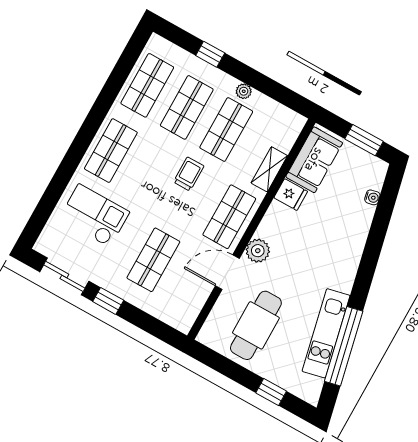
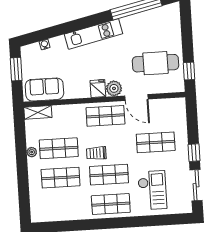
window: (210, 54) -> (23, 183), removed
shop shelf: (147, 85) -> (109, 175), moved
shelving: (269, 169) -> (38, 112), moved
fridge: (291, 195) -> (98, 88), moved
checkout: (94, 216) -> (152, 190), turned 180
kitchen unit: (326, 333) -> (93, 34), moved
window: (271, 392) -> (189, 71), moved

